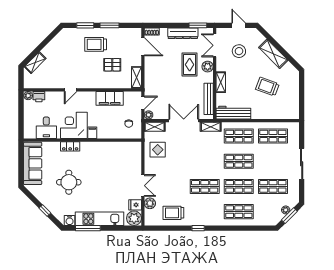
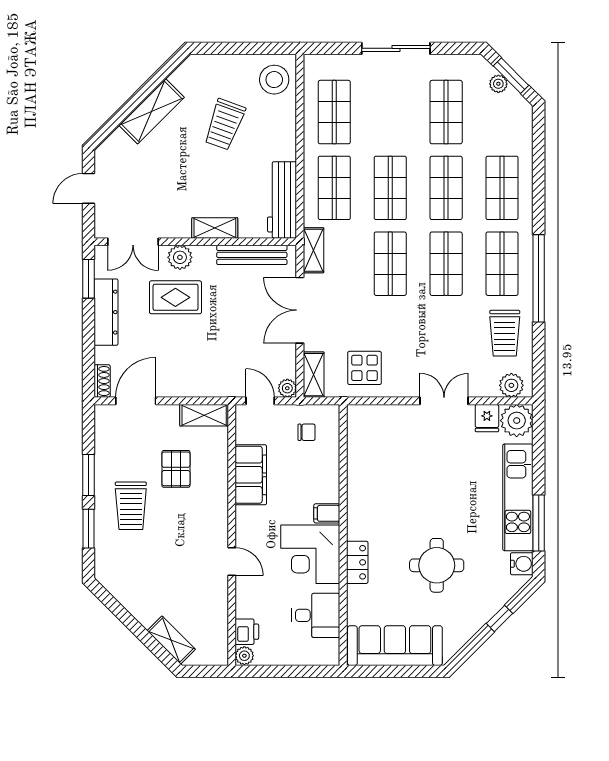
stool: (239, 51) -> (274, 80), moved
shop shelf: (205, 161) -> (390, 264), added
plant: (150, 203) -> (511, 385), moved
shop shelf: (205, 212) -> (502, 264), added
window: (198, 228) -> (539, 278), width x3.17

